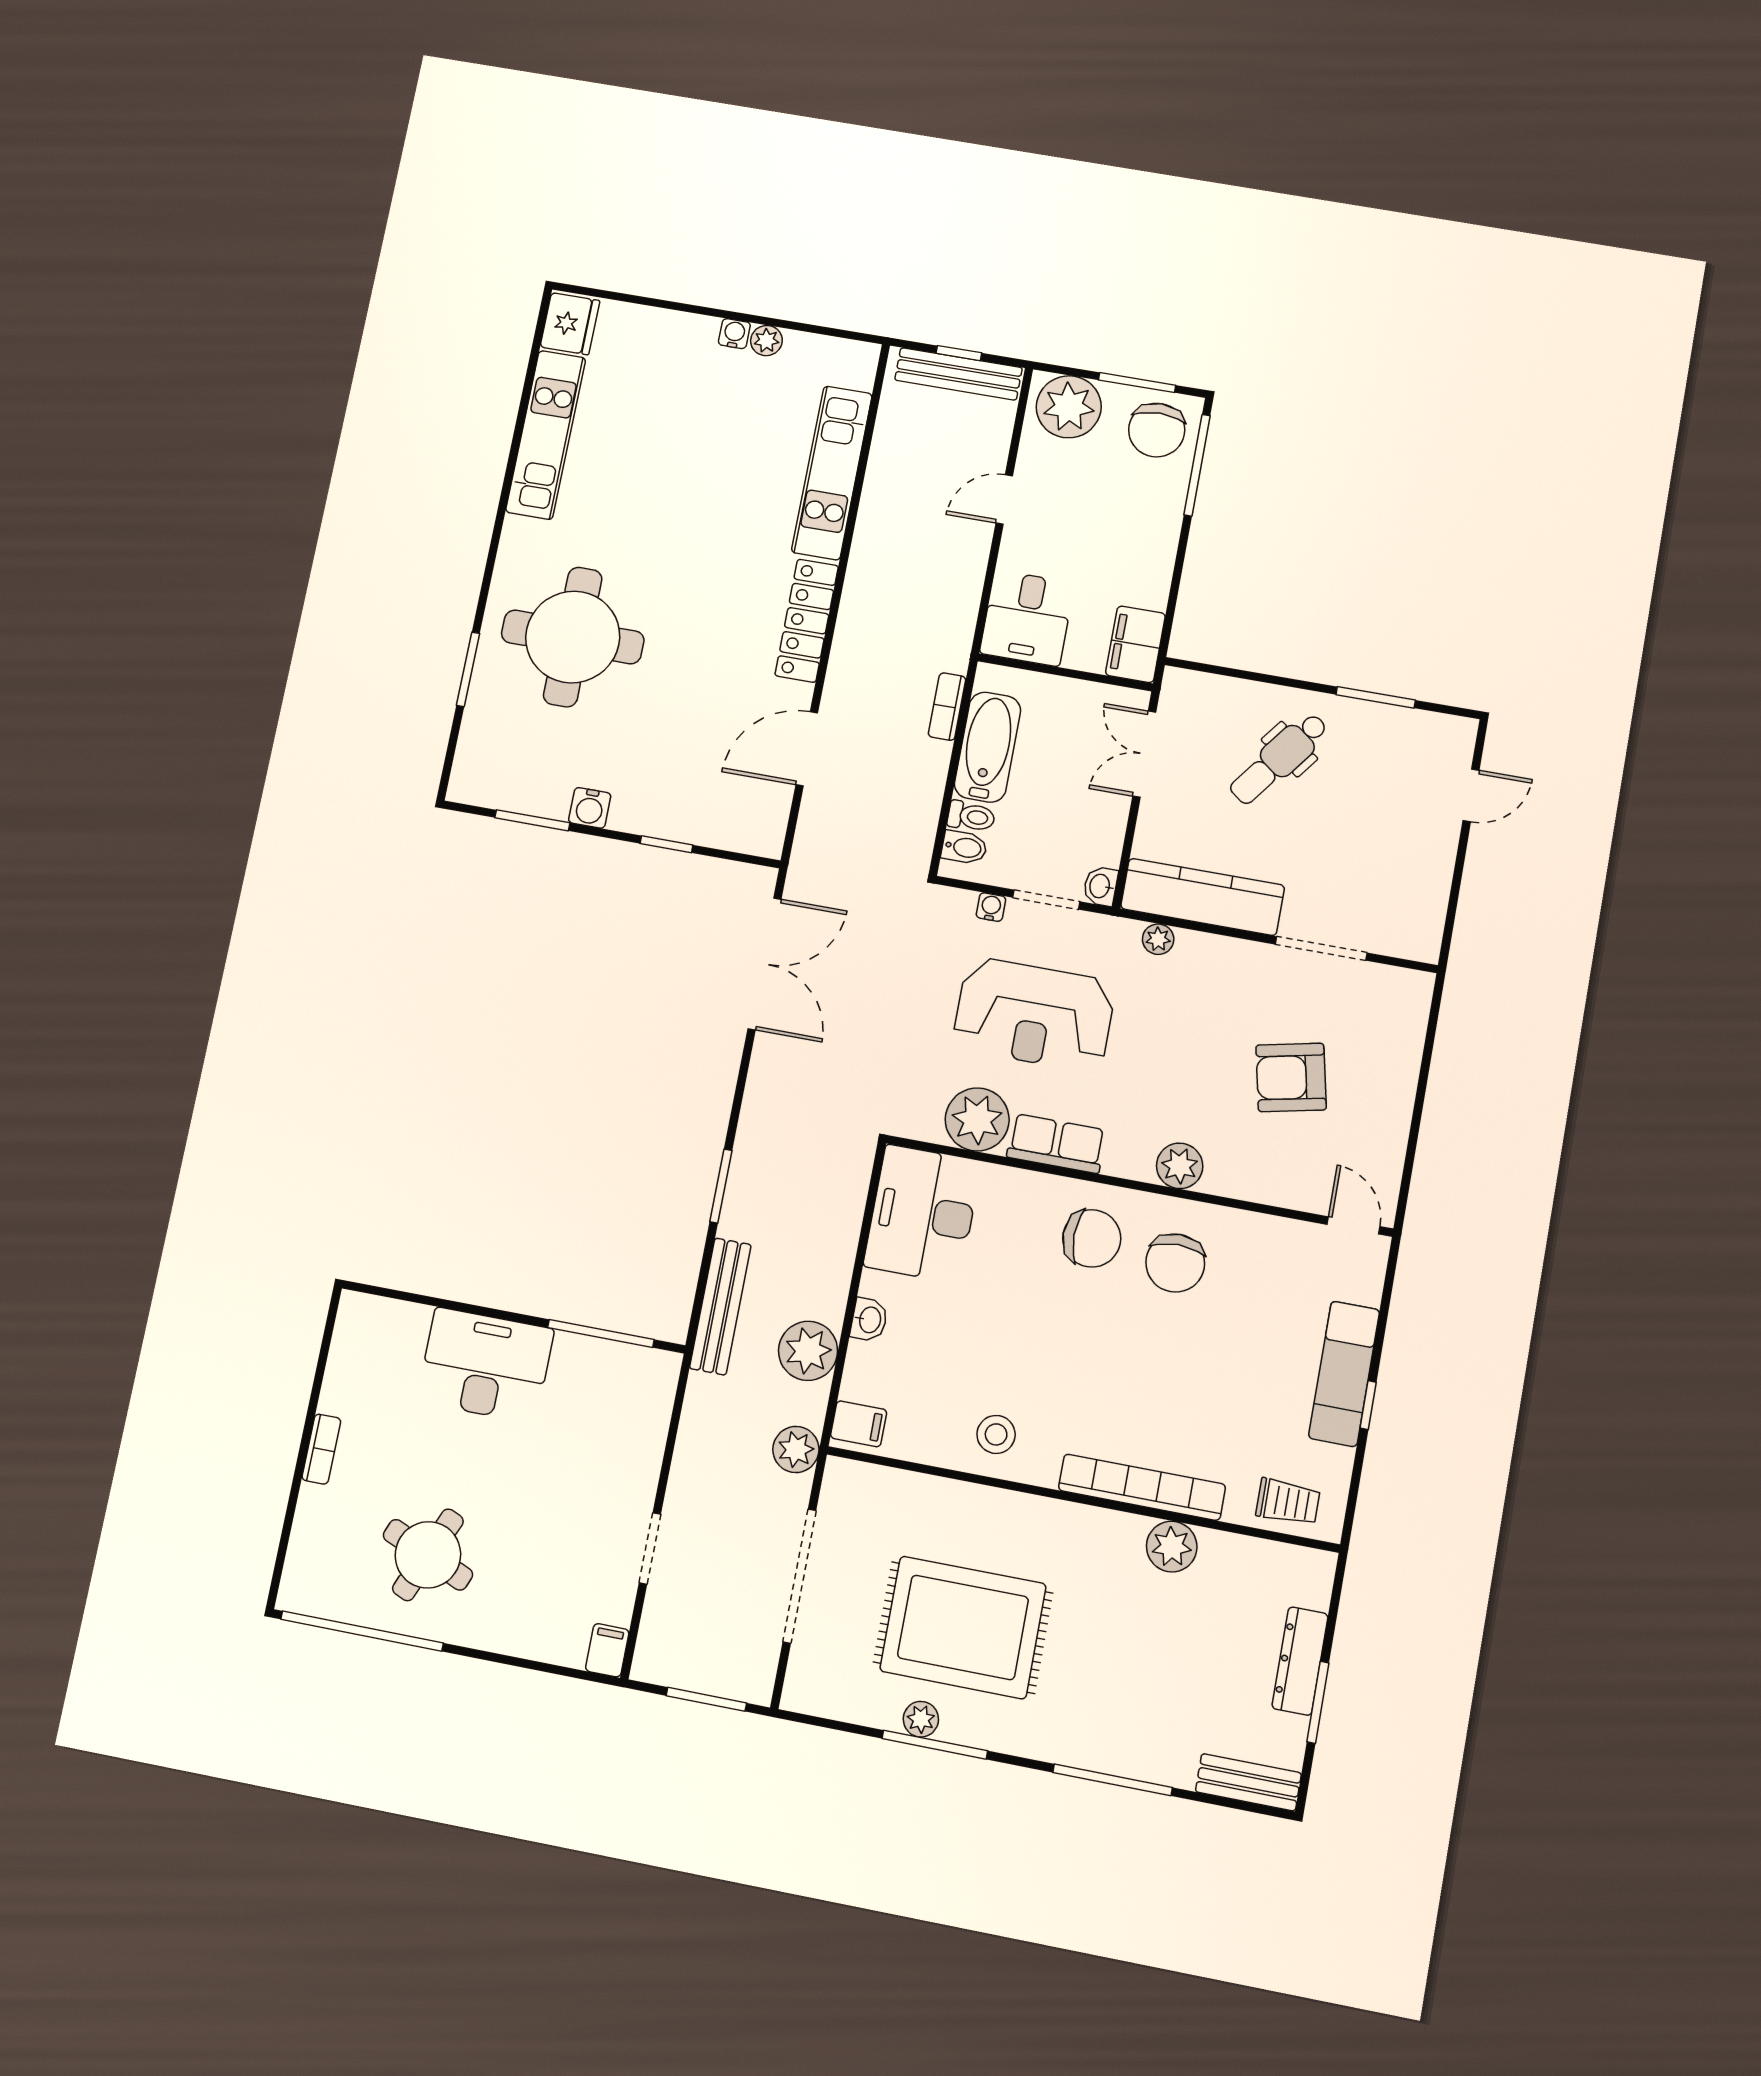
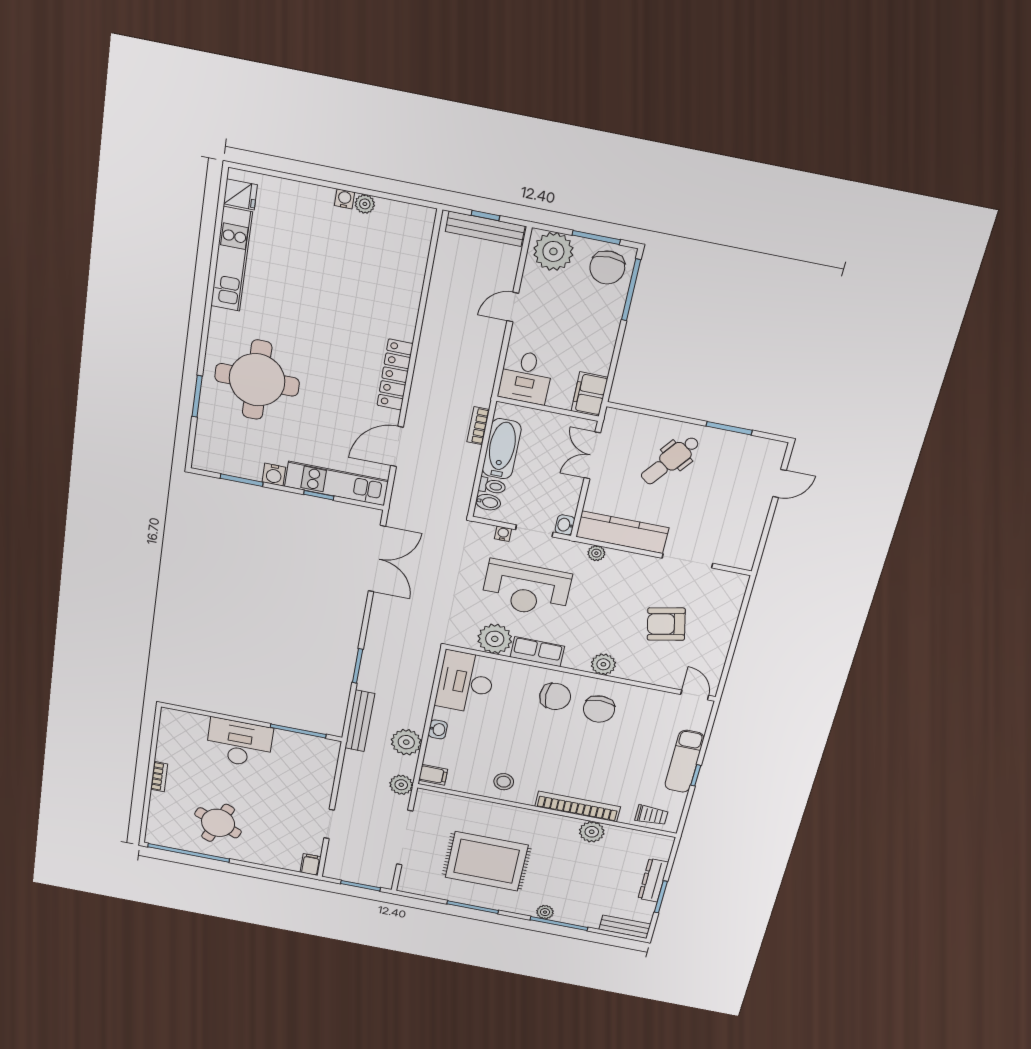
fridge: (570, 324) -> (240, 194), width x0.72
kitchen unit: (832, 473) -> (336, 483), moved, turned 90
plant: (921, 1719) -> (545, 912), moved

